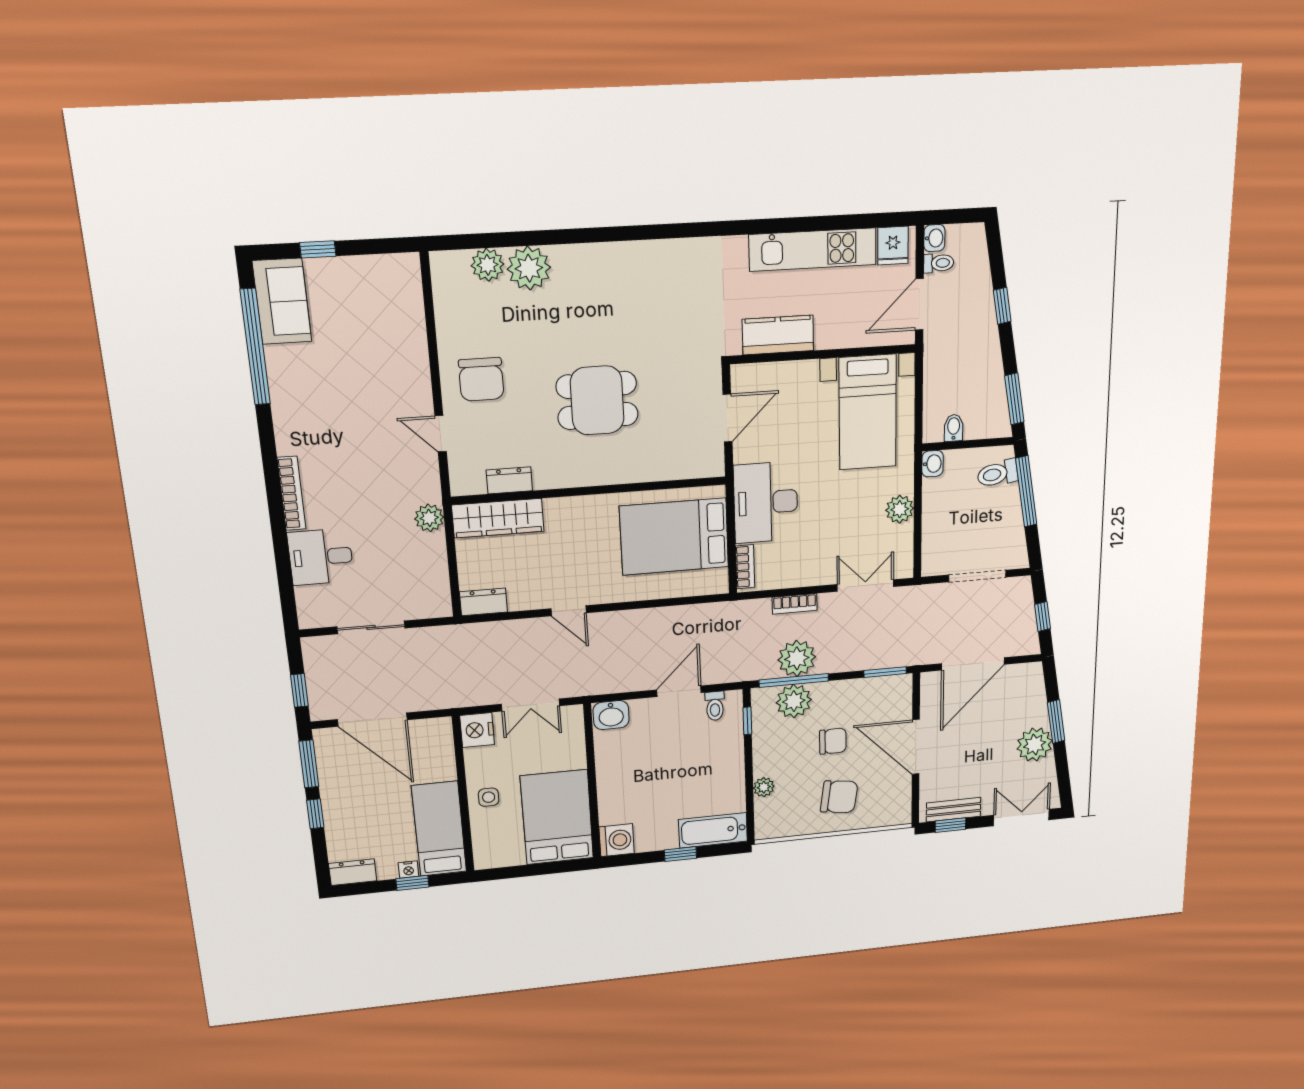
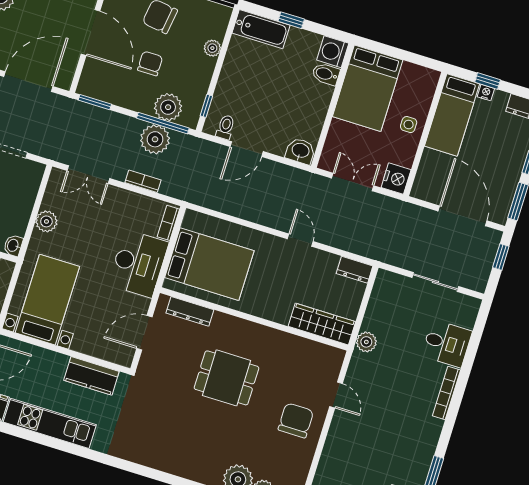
dresser: (509, 480) -> (190, 311), moved, width x1.44
chair: (833, 741) -> (150, 63), turned 90
bidet: (615, 813) -> (326, 74), added

